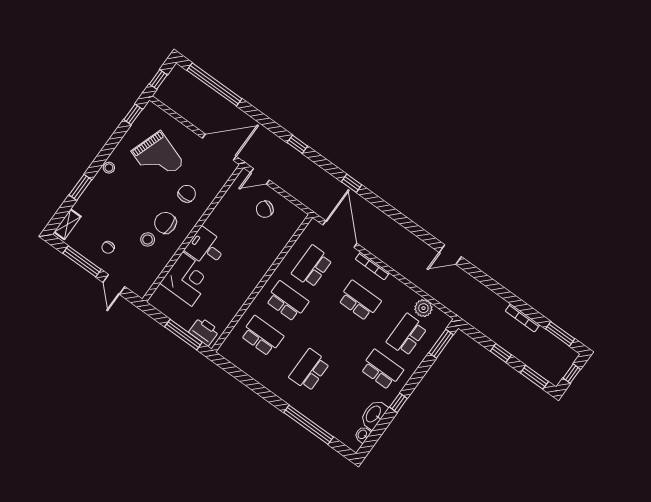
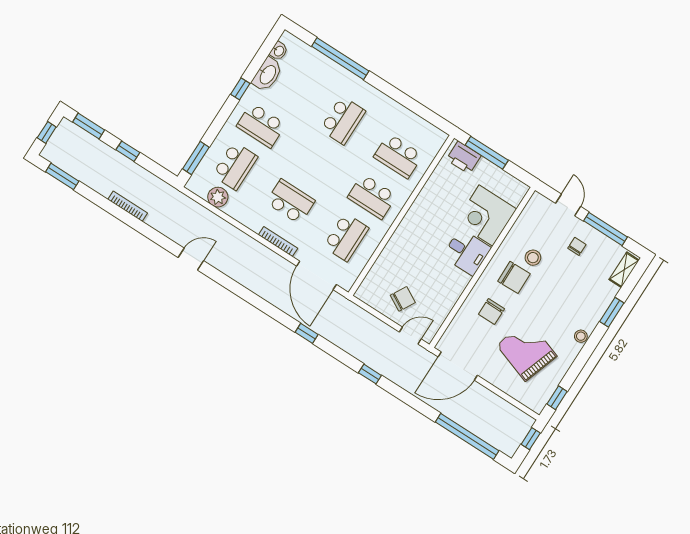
school desk: (359, 301) -> (290, 202), turned 180
bookcase: (522, 318) -> (128, 206), moved

